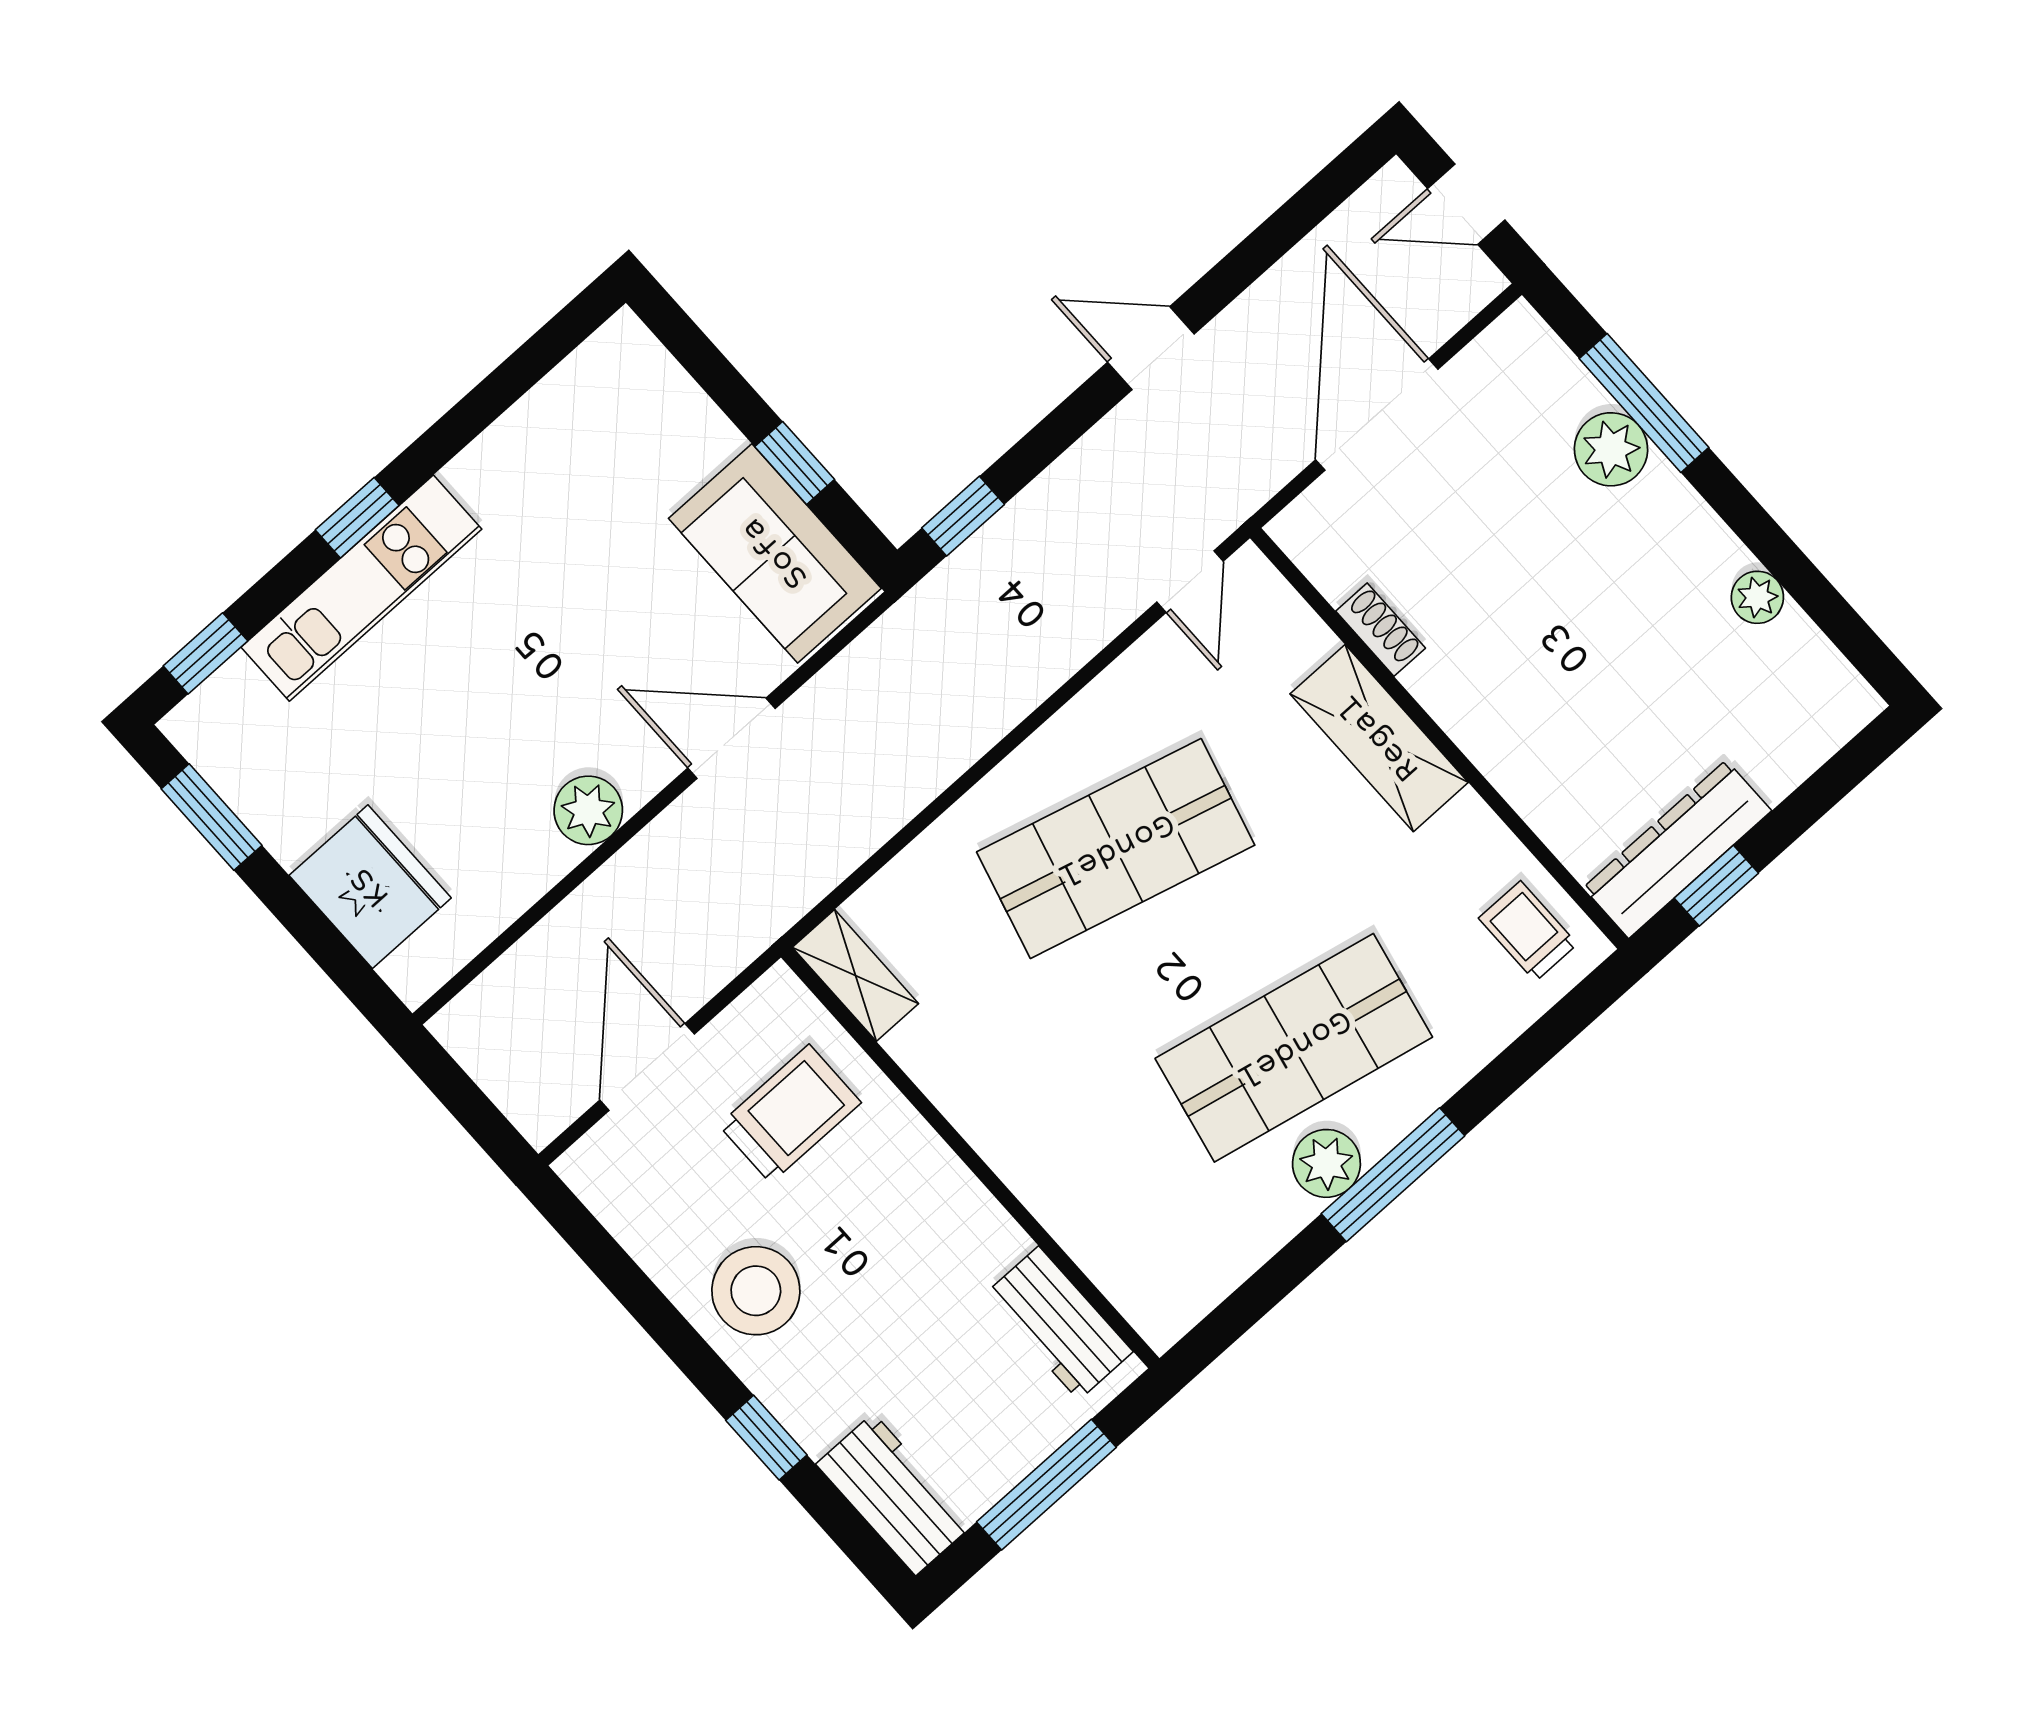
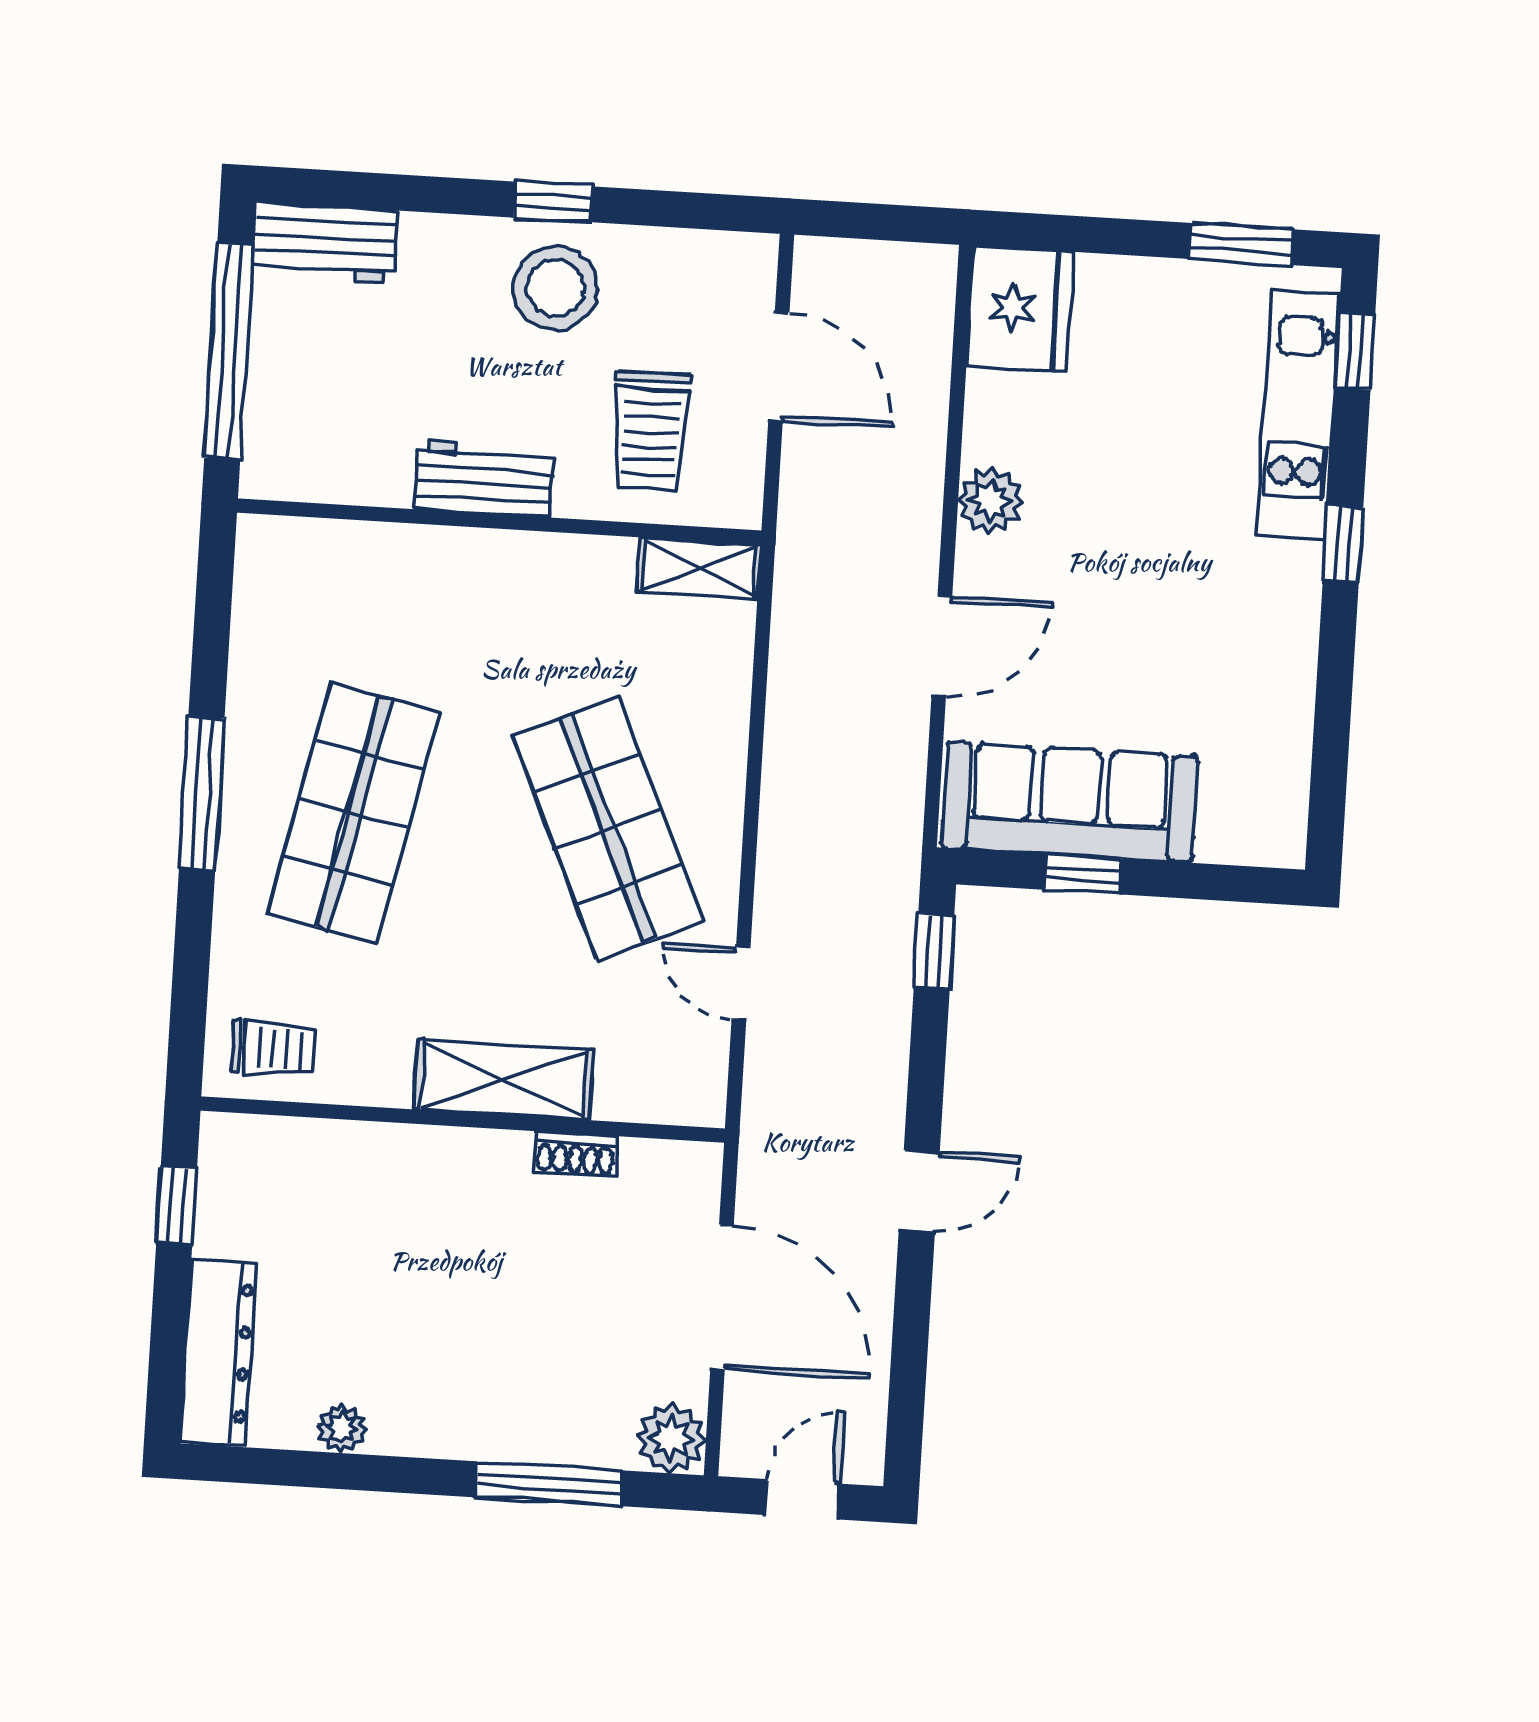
plant: (1611, 449) -> (671, 1438), moved
sofa: (775, 553) -> (1070, 802), width x1.36
door: (1190, 582) -> (741, 984), moved
kitchen unit: (361, 588) -> (1298, 415), moved
shop shelf: (1116, 849) -> (608, 828), turned -39
dresser: (1677, 849) -> (218, 1352), moved
fridge: (370, 887) -> (1020, 309), moved, turned -90
plant: (1326, 1163) -> (254, 756), removed
workbench: (1059, 1323) -> (484, 478), moved
window: (766, 1438) -> (553, 202), moved
window: (1046, 1485) -> (229, 351), width x1.46

